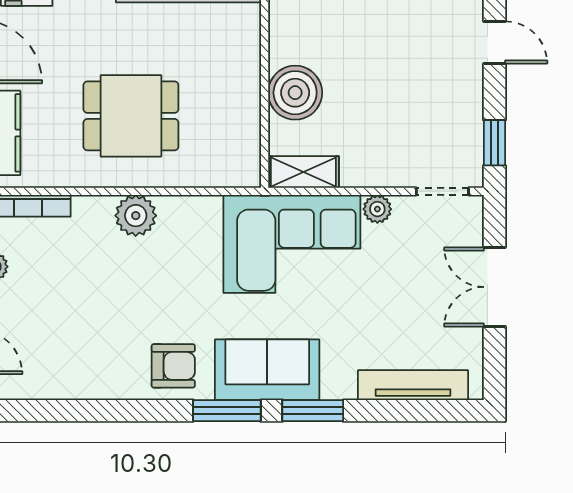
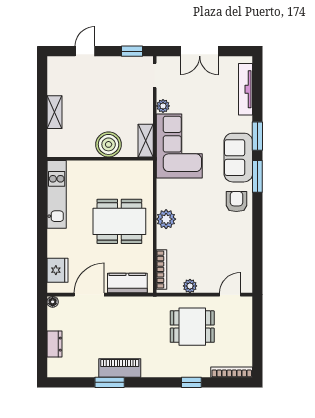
dining table: (131, 116) -> (119, 221), width x1.38

